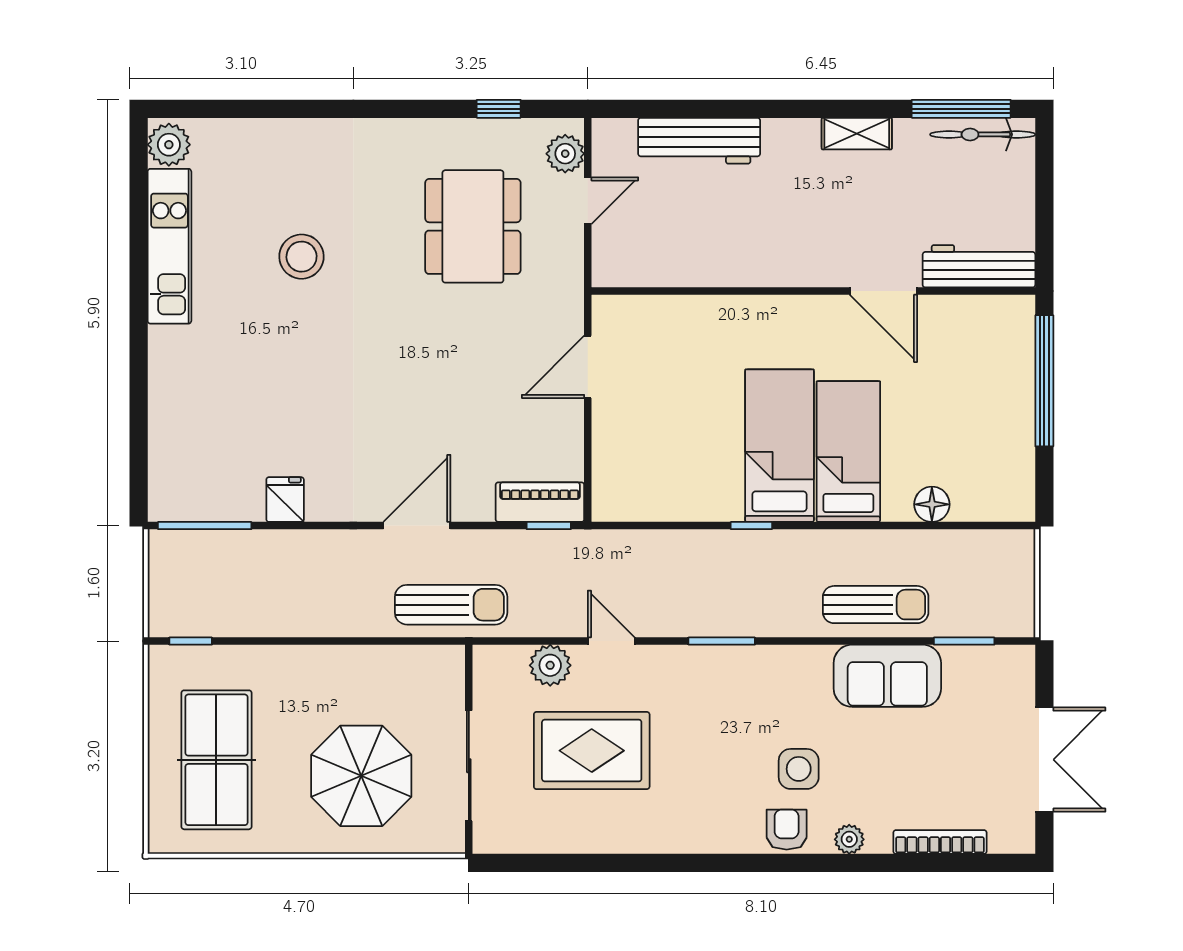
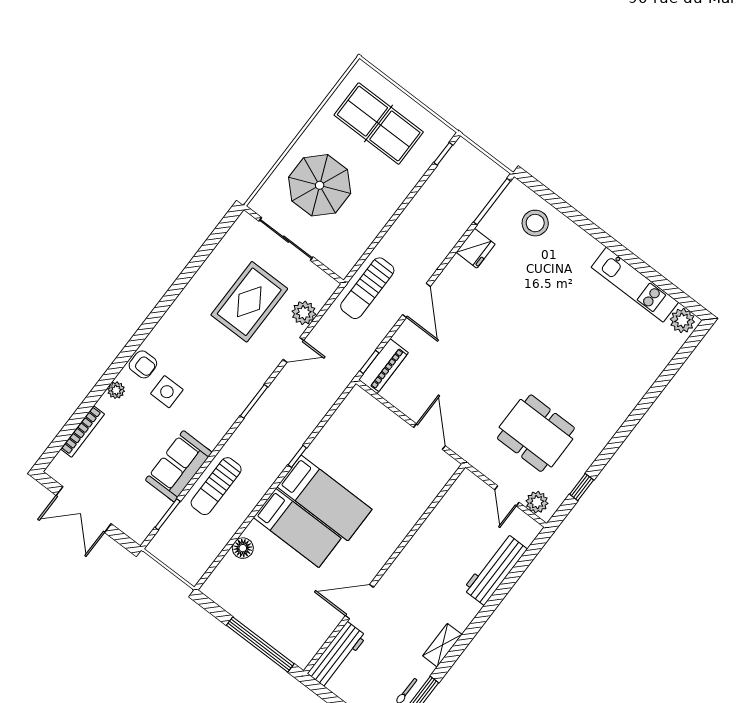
stool: (302, 257) -> (535, 223), moved
fridge: (285, 500) -> (476, 248), width x1.38

